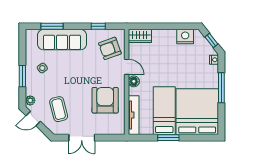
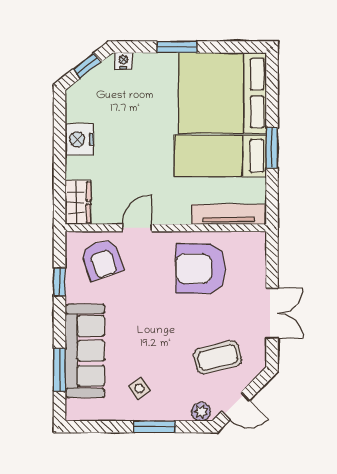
nightstand: (185, 37) -> (79, 139), moved
floor lamp: (134, 81) -> (165, 214), removed
window: (221, 88) -> (177, 47), width x0.69
door: (33, 119) -> (236, 406), hinge flipped

